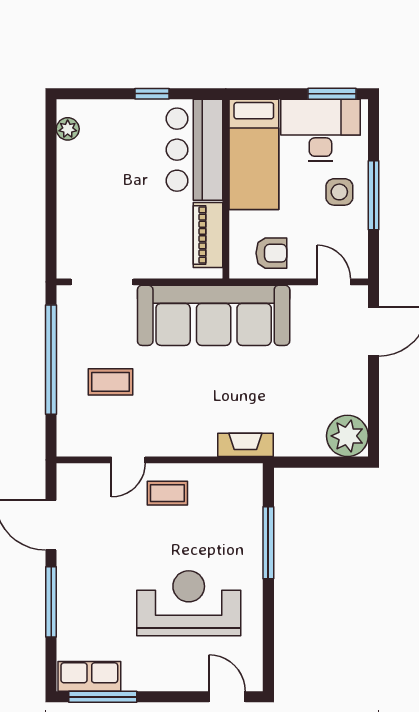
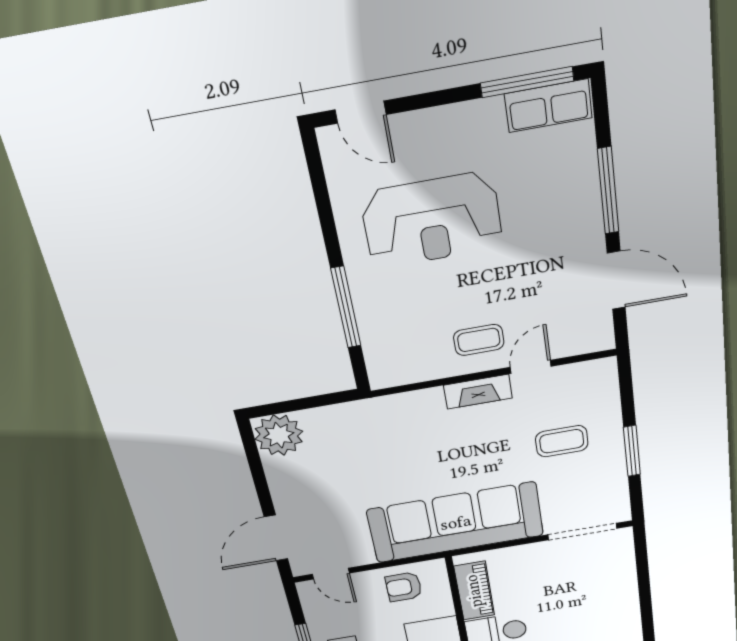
window: (51, 360) -> (632, 451), width x0.47
fireplace: (245, 445) -> (478, 392), moved

